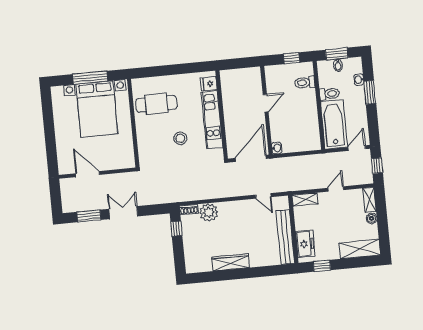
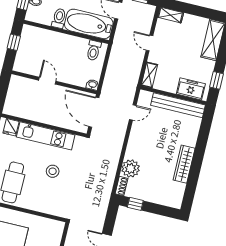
toilet: (305, 83) -> (94, 50), moved
boiler: (372, 218) -> (188, 19), removed

